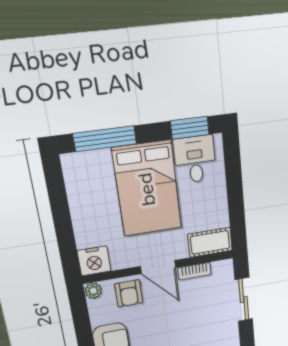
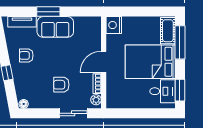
cot: (210, 242) -> (168, 31), moved
plant: (93, 291) -> (96, 100), moved
armchair: (129, 293) -> (61, 85), moved

